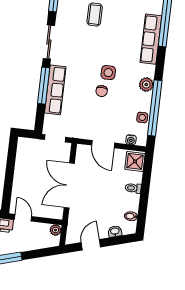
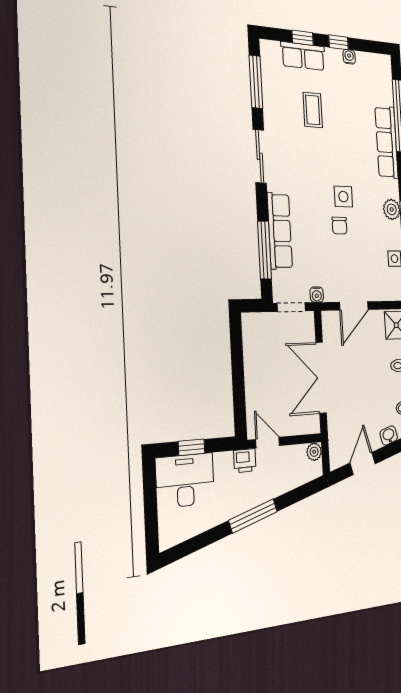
window: (44, 86) -> (264, 250), moved
water cooler: (131, 140) -> (317, 295), moved
door: (103, 144) -> (354, 306), hinge flipped

